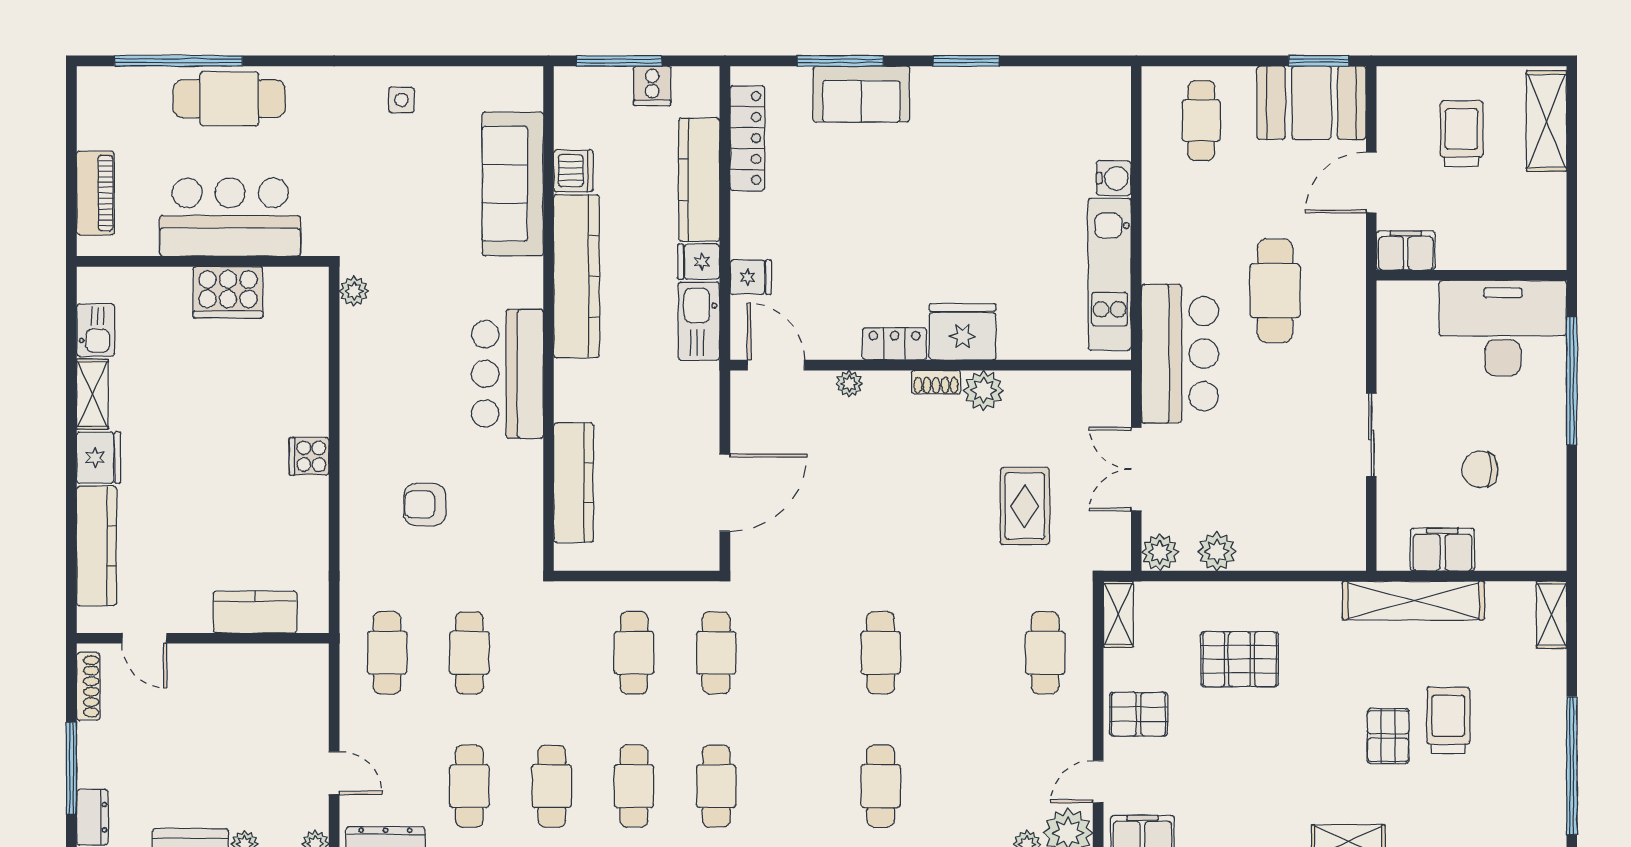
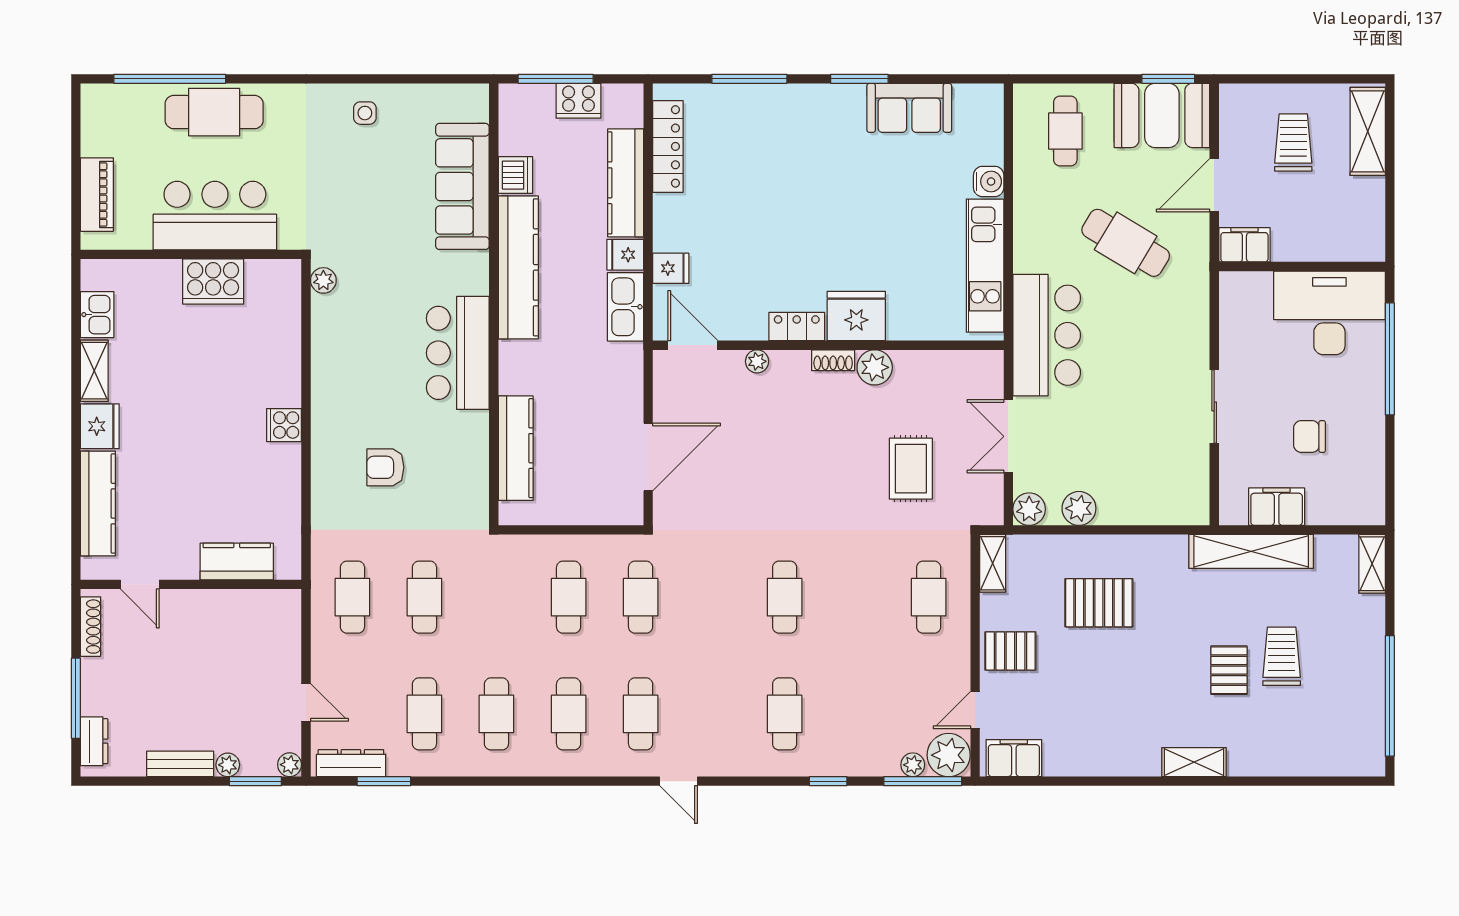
cooker: (652, 86) -> (578, 101), width x1.36
sofa: (861, 94) -> (909, 108), moved
cafe table: (1275, 291) -> (1126, 243), moved, turned -59

